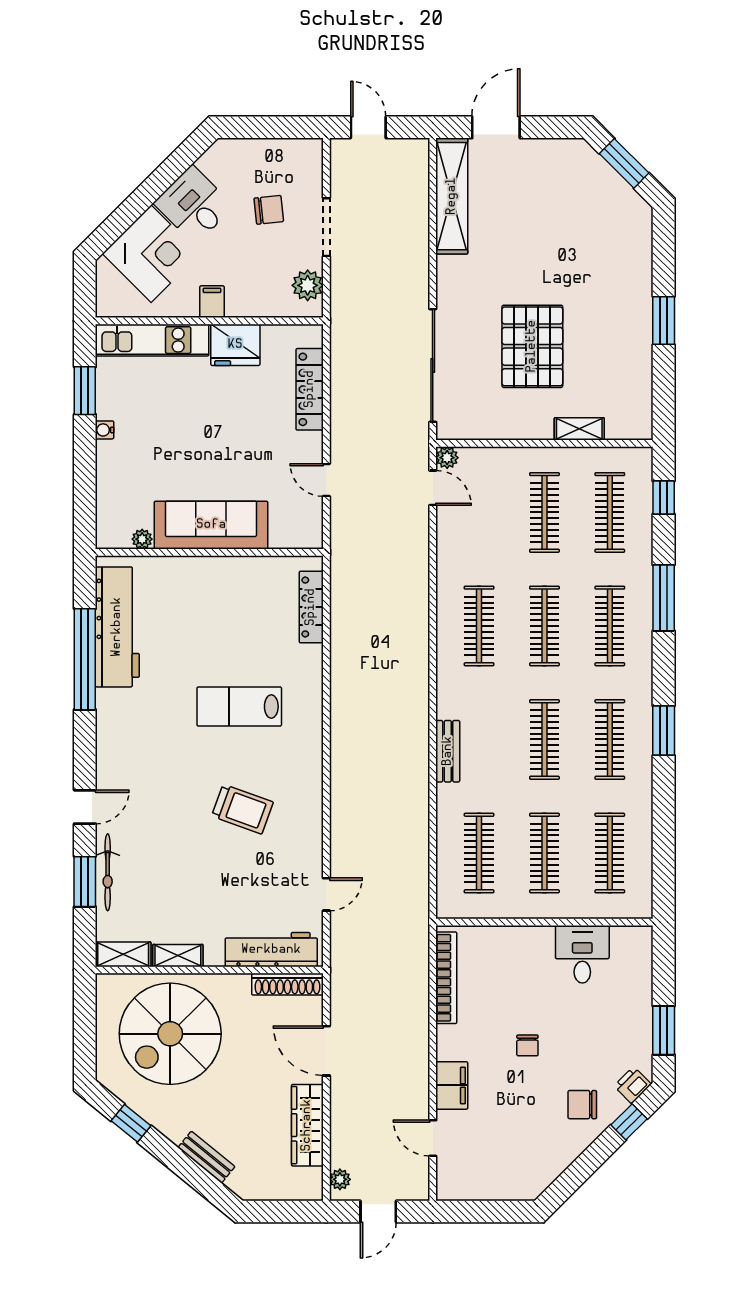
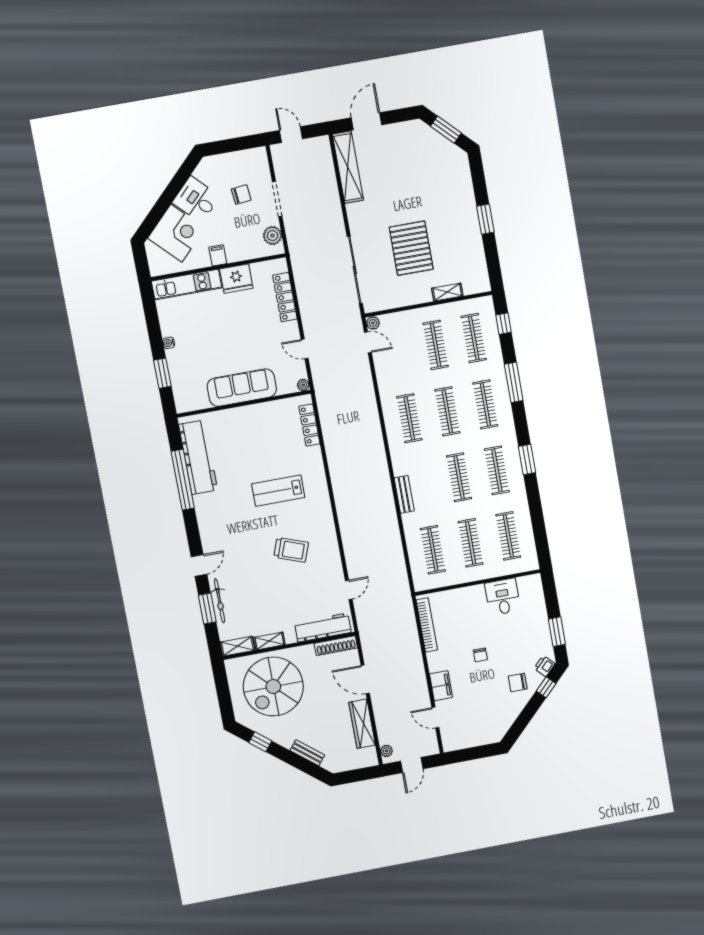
window: (85, 391) -> (162, 373), moved
plant: (142, 539) -> (303, 385), moved

